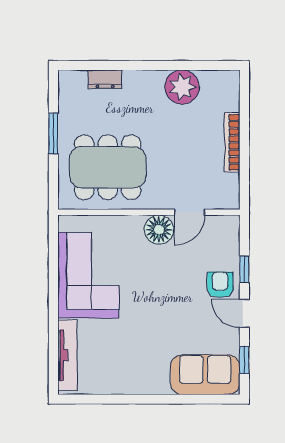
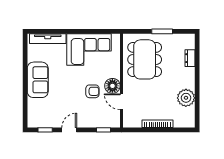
window: (244, 269) -> (104, 130), moved
armchair: (220, 285) -> (92, 91), moved
sofa: (205, 375) -> (38, 80), moved

